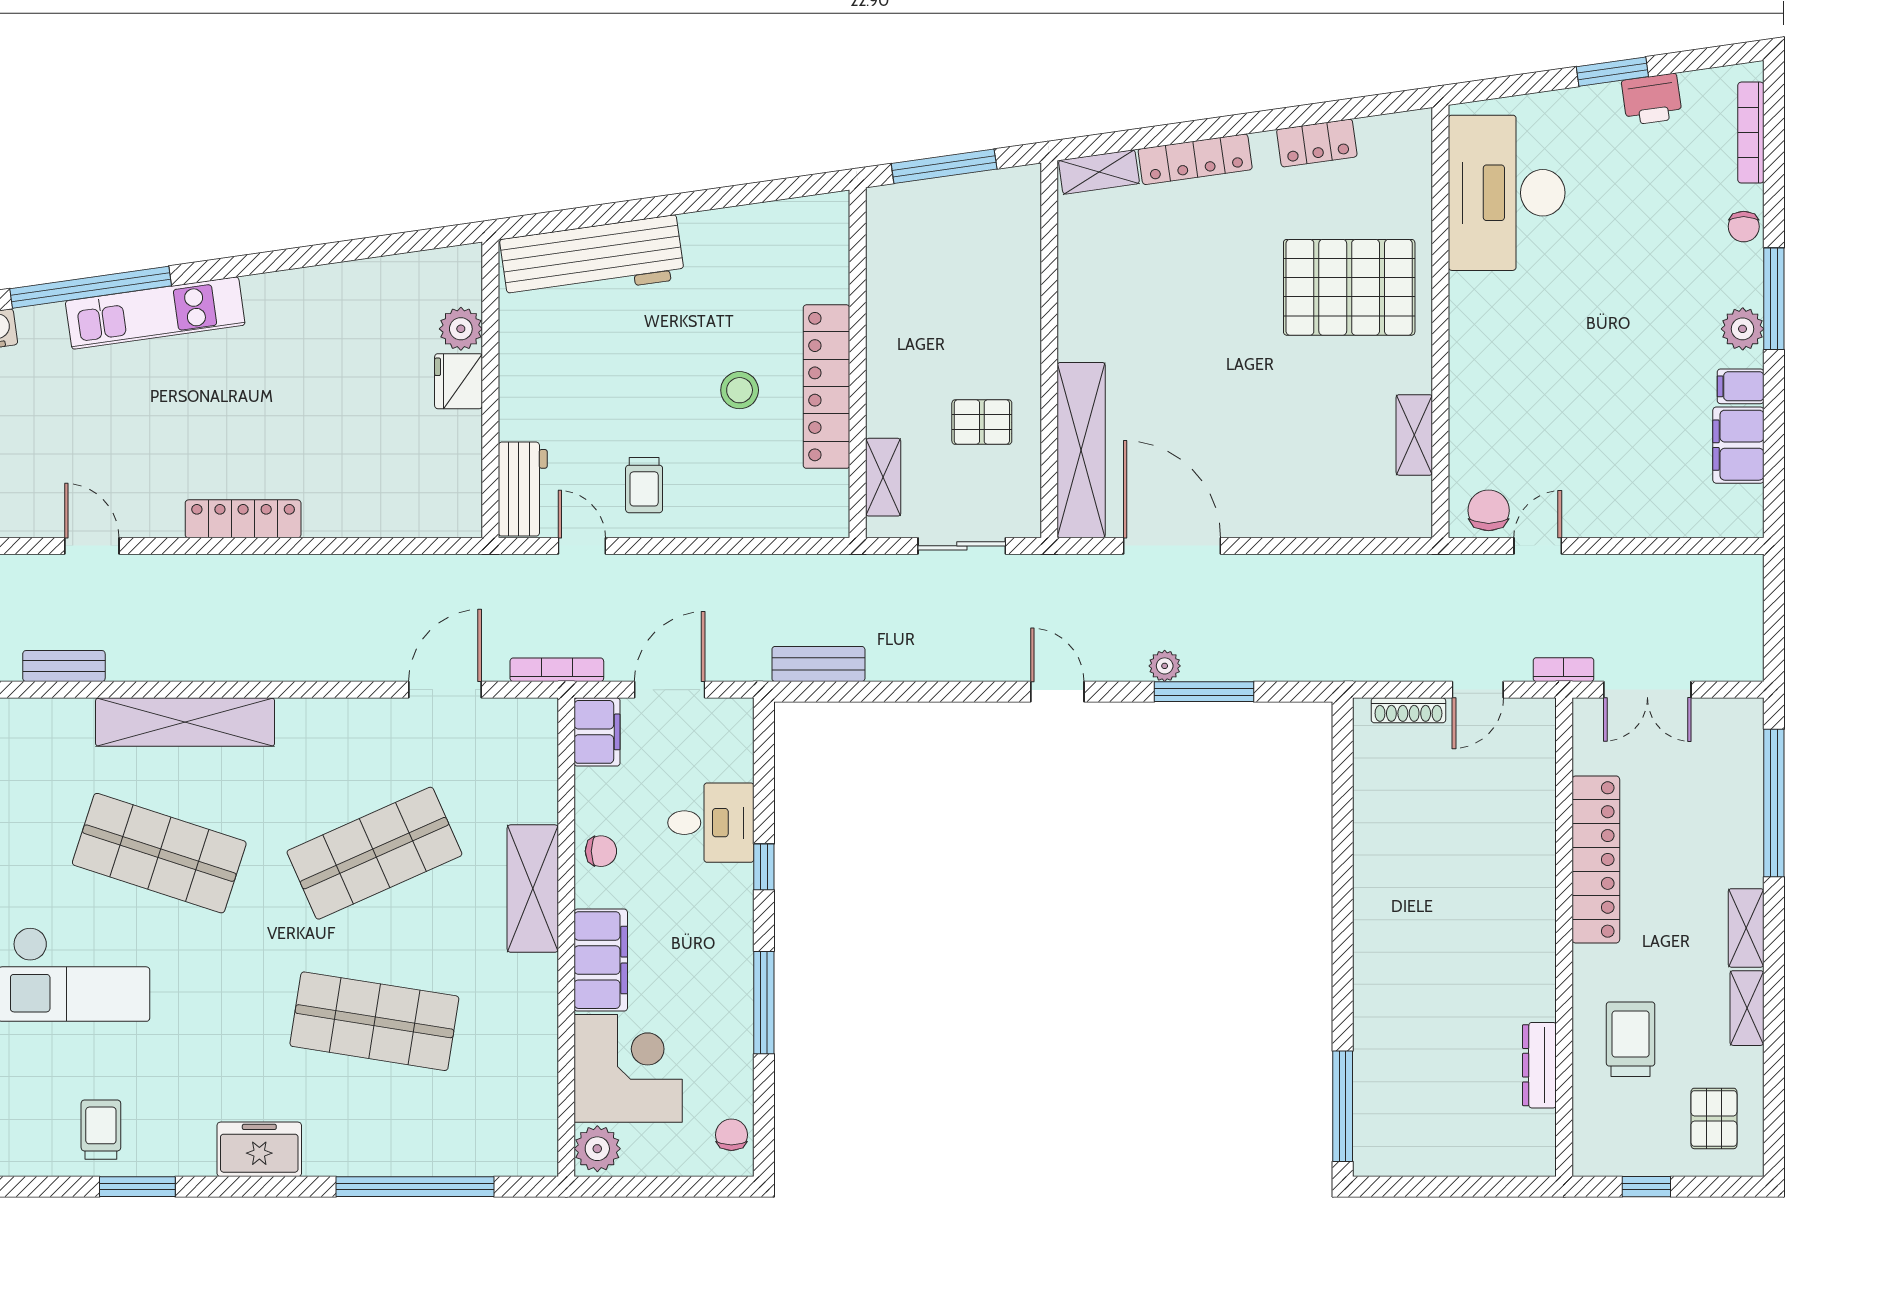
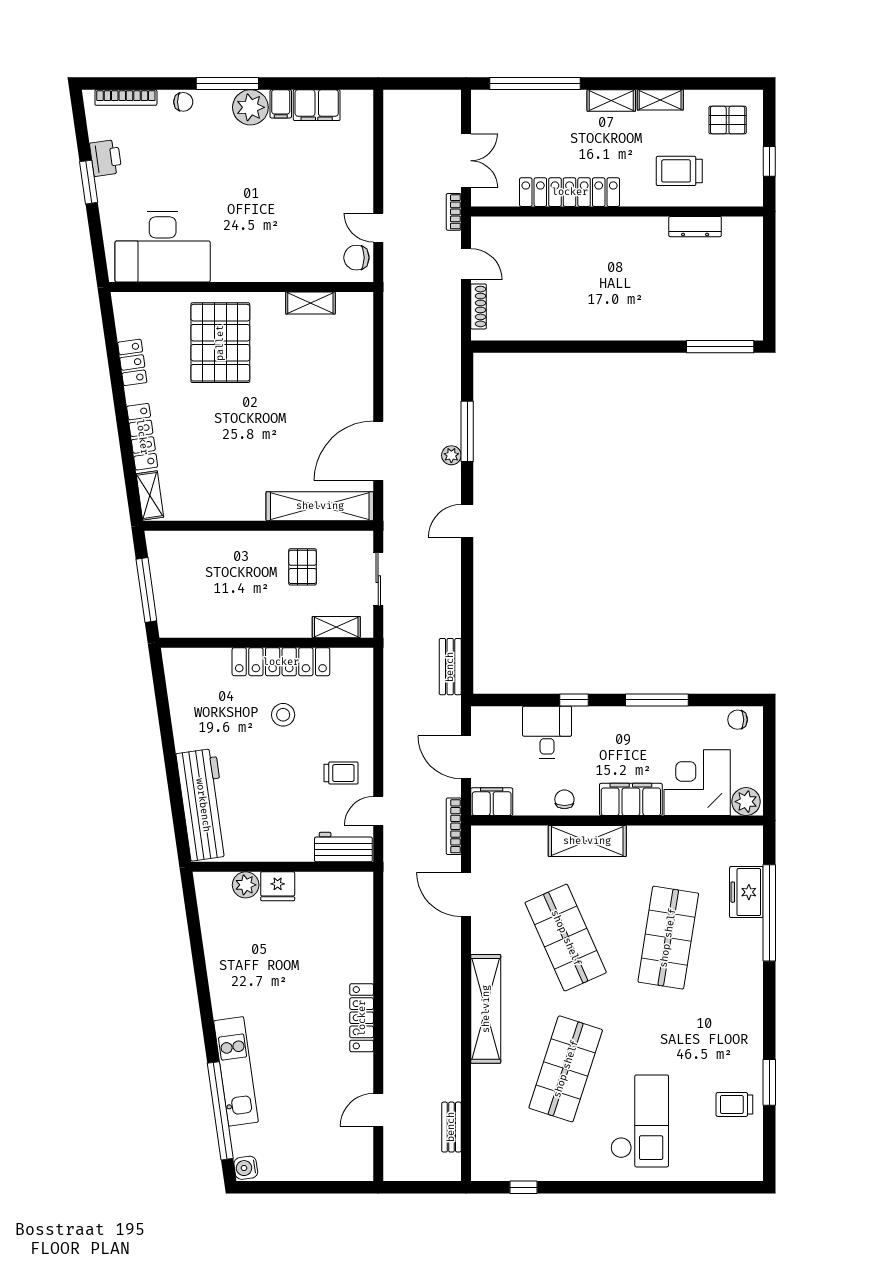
plant: (1743, 329) -> (250, 107), width x1.36, depth x1.36
shelving: (185, 722) -> (486, 1009), moved
freezer: (259, 1149) -> (746, 892), moved

